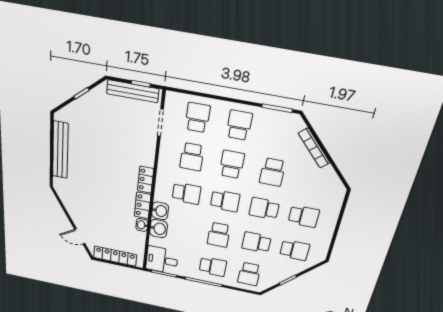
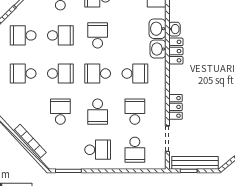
school desk: (239, 125) -> (98, 150), turned -90
locker: (146, 180) -> (175, 107), moved
school desk: (186, 193) -> (135, 74), turned 180

